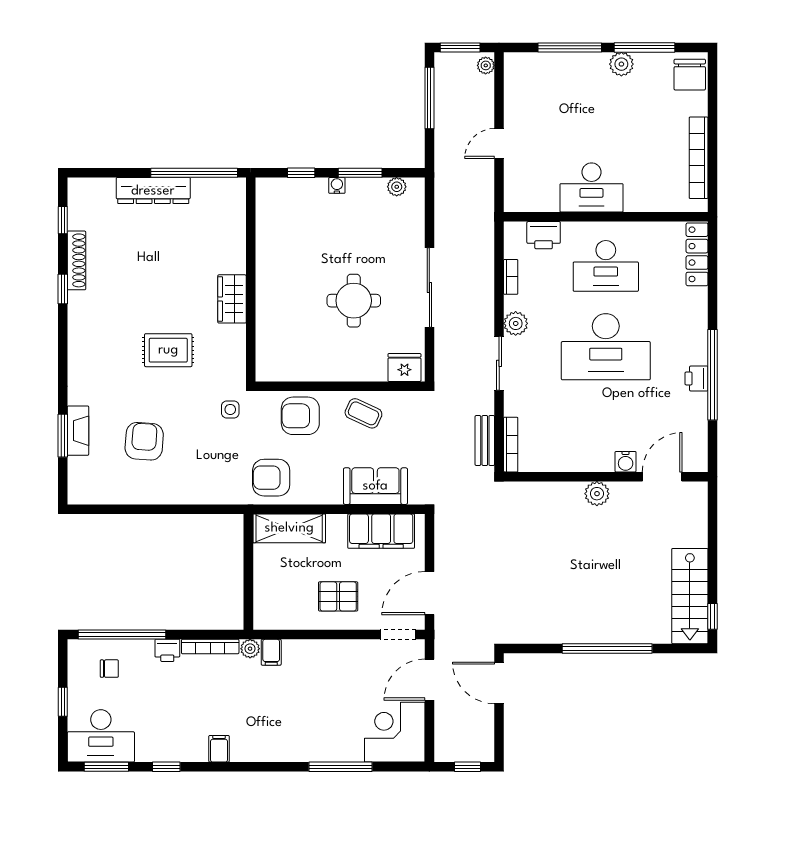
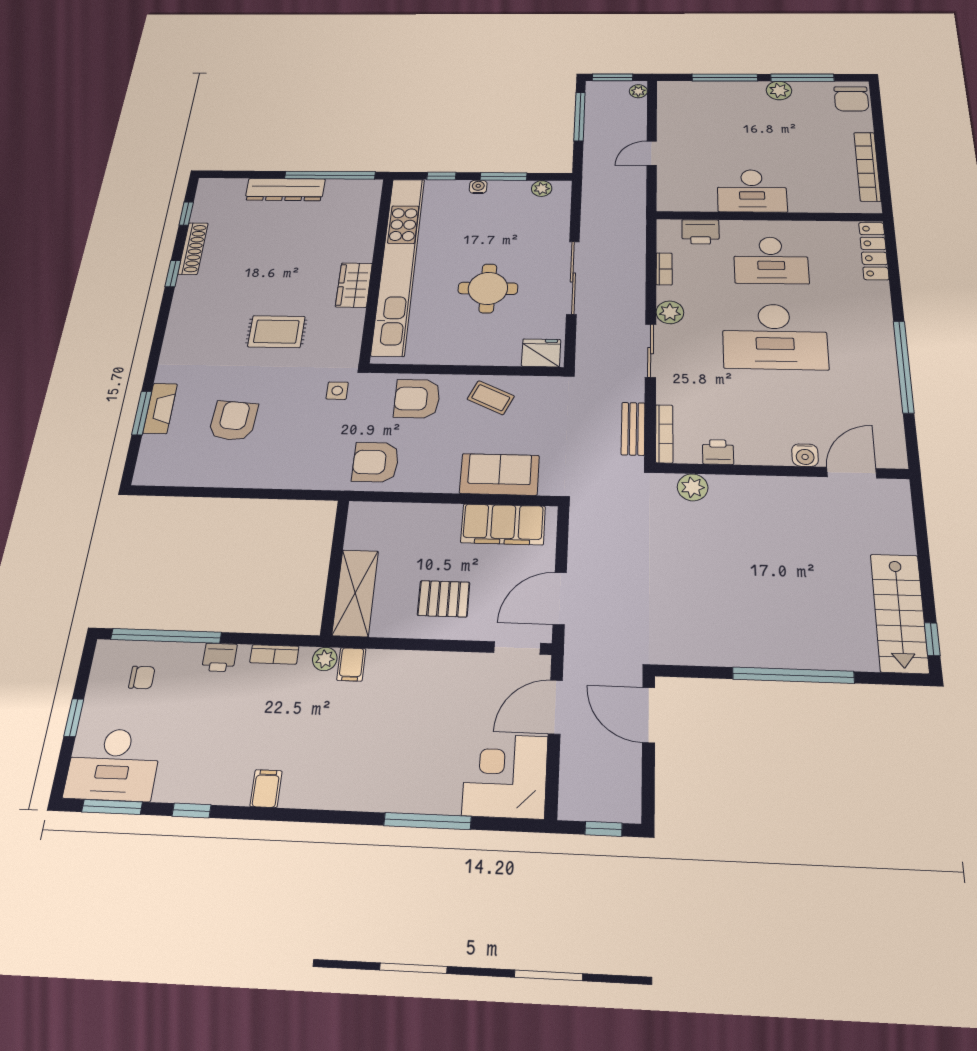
kitchen unit: (270, 276) -> (398, 265), added
printer: (696, 378) -> (718, 452), moved, turned 90
plant: (597, 494) -> (693, 487), moved
shelving: (289, 528) -> (355, 593), moved, turned 90
bookcase: (210, 647) -> (274, 654), width x0.64

